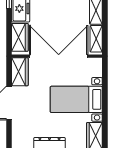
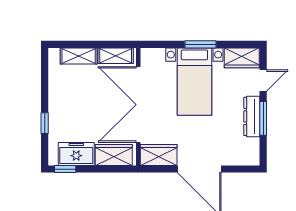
window: (105, 104) -> (200, 44), added

